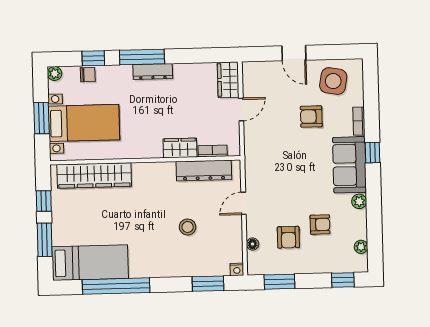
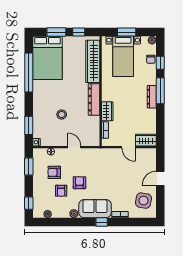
armchair: (311, 117) -> (79, 183), moved
dresser: (204, 170) -> (94, 99), moved
bed: (90, 263) -> (48, 58), width x1.50

